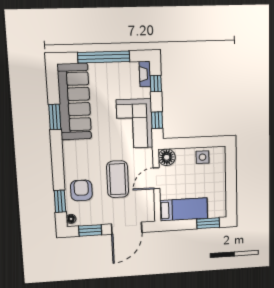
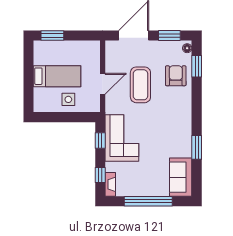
sofa: (74, 102) -> (181, 177), width x0.54, depth x0.79
floor lamp: (167, 157) -> (92, 104), removed
side table: (203, 157) -> (68, 99), moved
armchair: (81, 190) -> (176, 76), turned 180
bed: (184, 209) -> (57, 76), moved, turned 180

